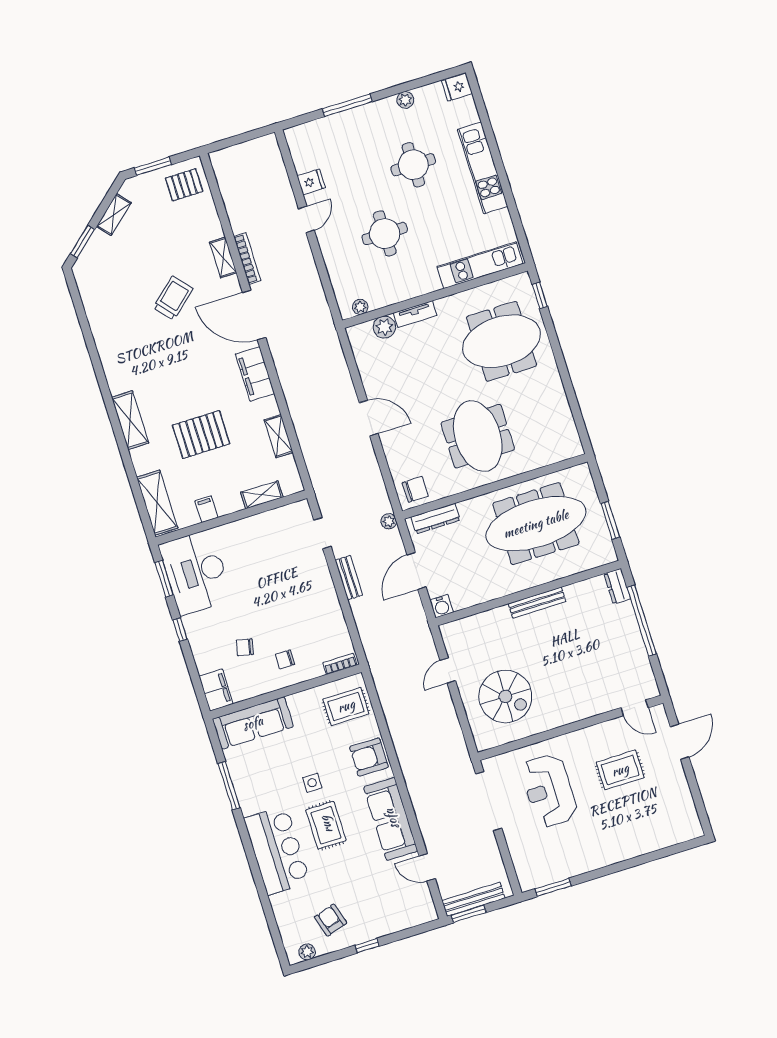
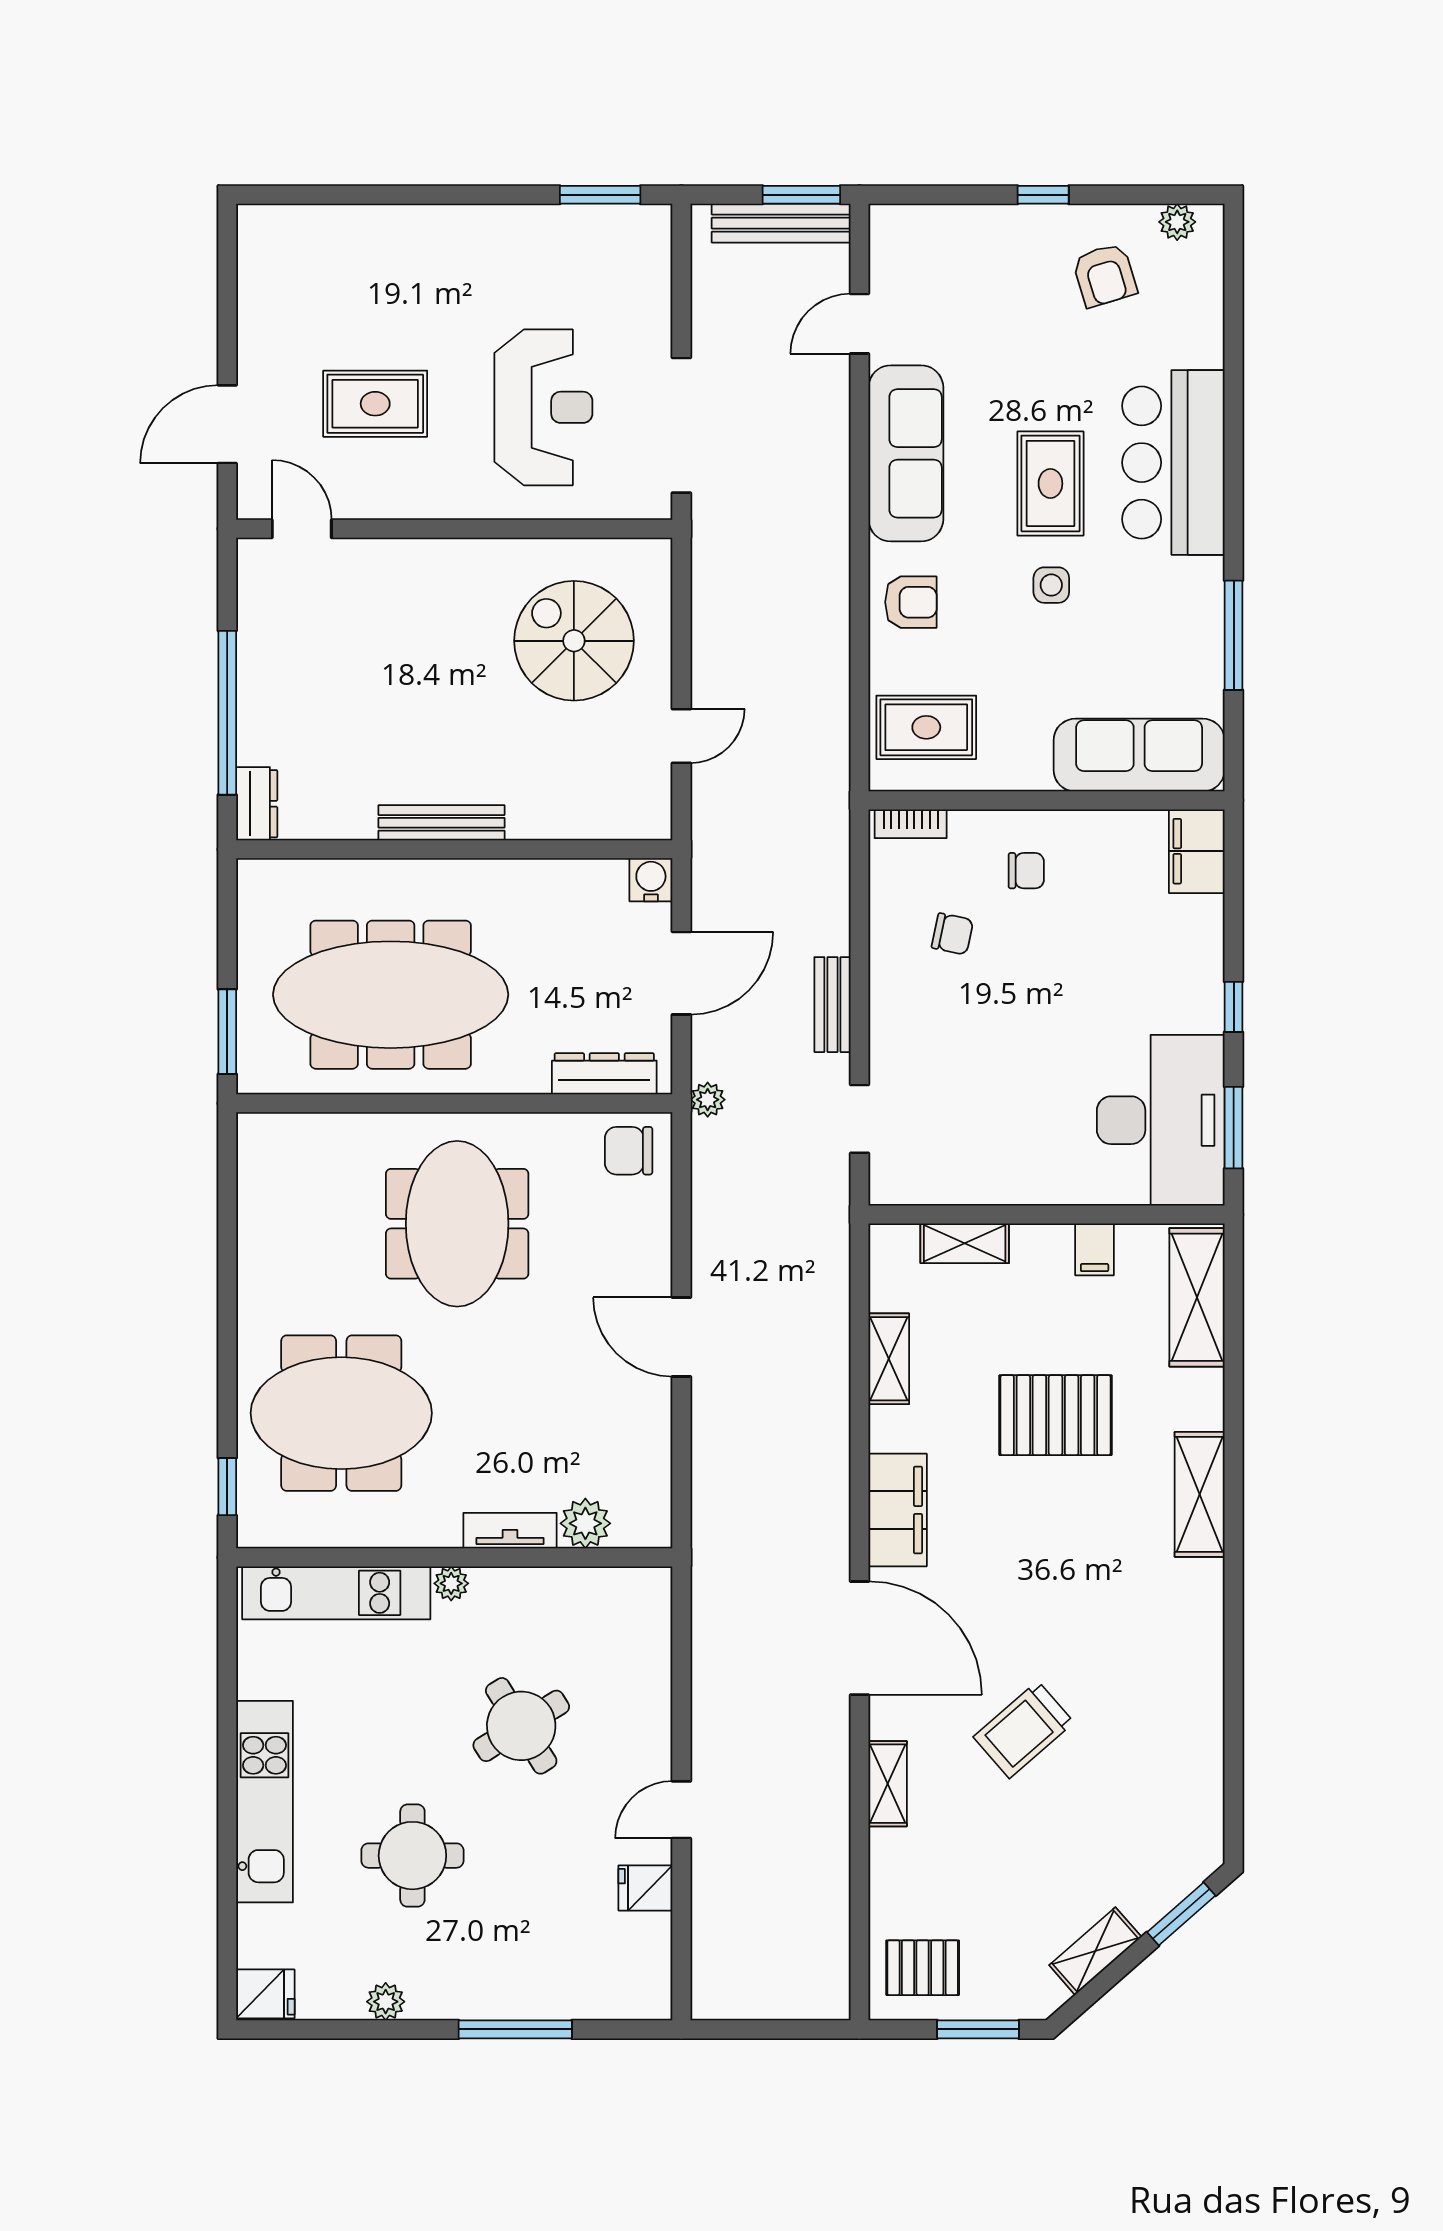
round table: (385, 234) -> (521, 1726), turned -32
bookcase: (247, 258) -> (836, 1765), removed
plant: (360, 307) -> (451, 1583), moved
window: (610, 520) -> (227, 1032), moved
chair: (245, 647) -> (952, 934), moved
armchair: (369, 757) -> (911, 602), width x0.72, depth x0.72
door: (427, 867) -> (860, 324), swing flipped

